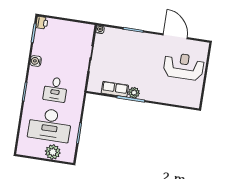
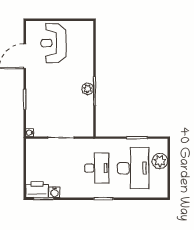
printer: (42, 23) -> (37, 190), width x1.87, depth x1.48
water cooler: (36, 61) -> (54, 192), moved
desk: (55, 89) -> (97, 168), width x1.37
row of seats: (115, 89) -> (87, 109), removed

